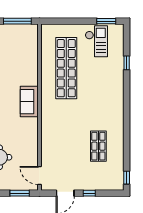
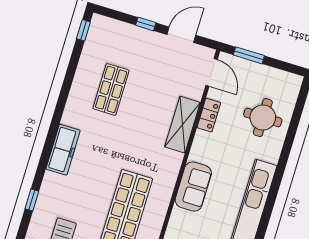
freezer: (117, 100) -> (63, 150), added
shelving: (48, 138) -> (182, 125), added
locker: (33, 149) -> (209, 115), added

